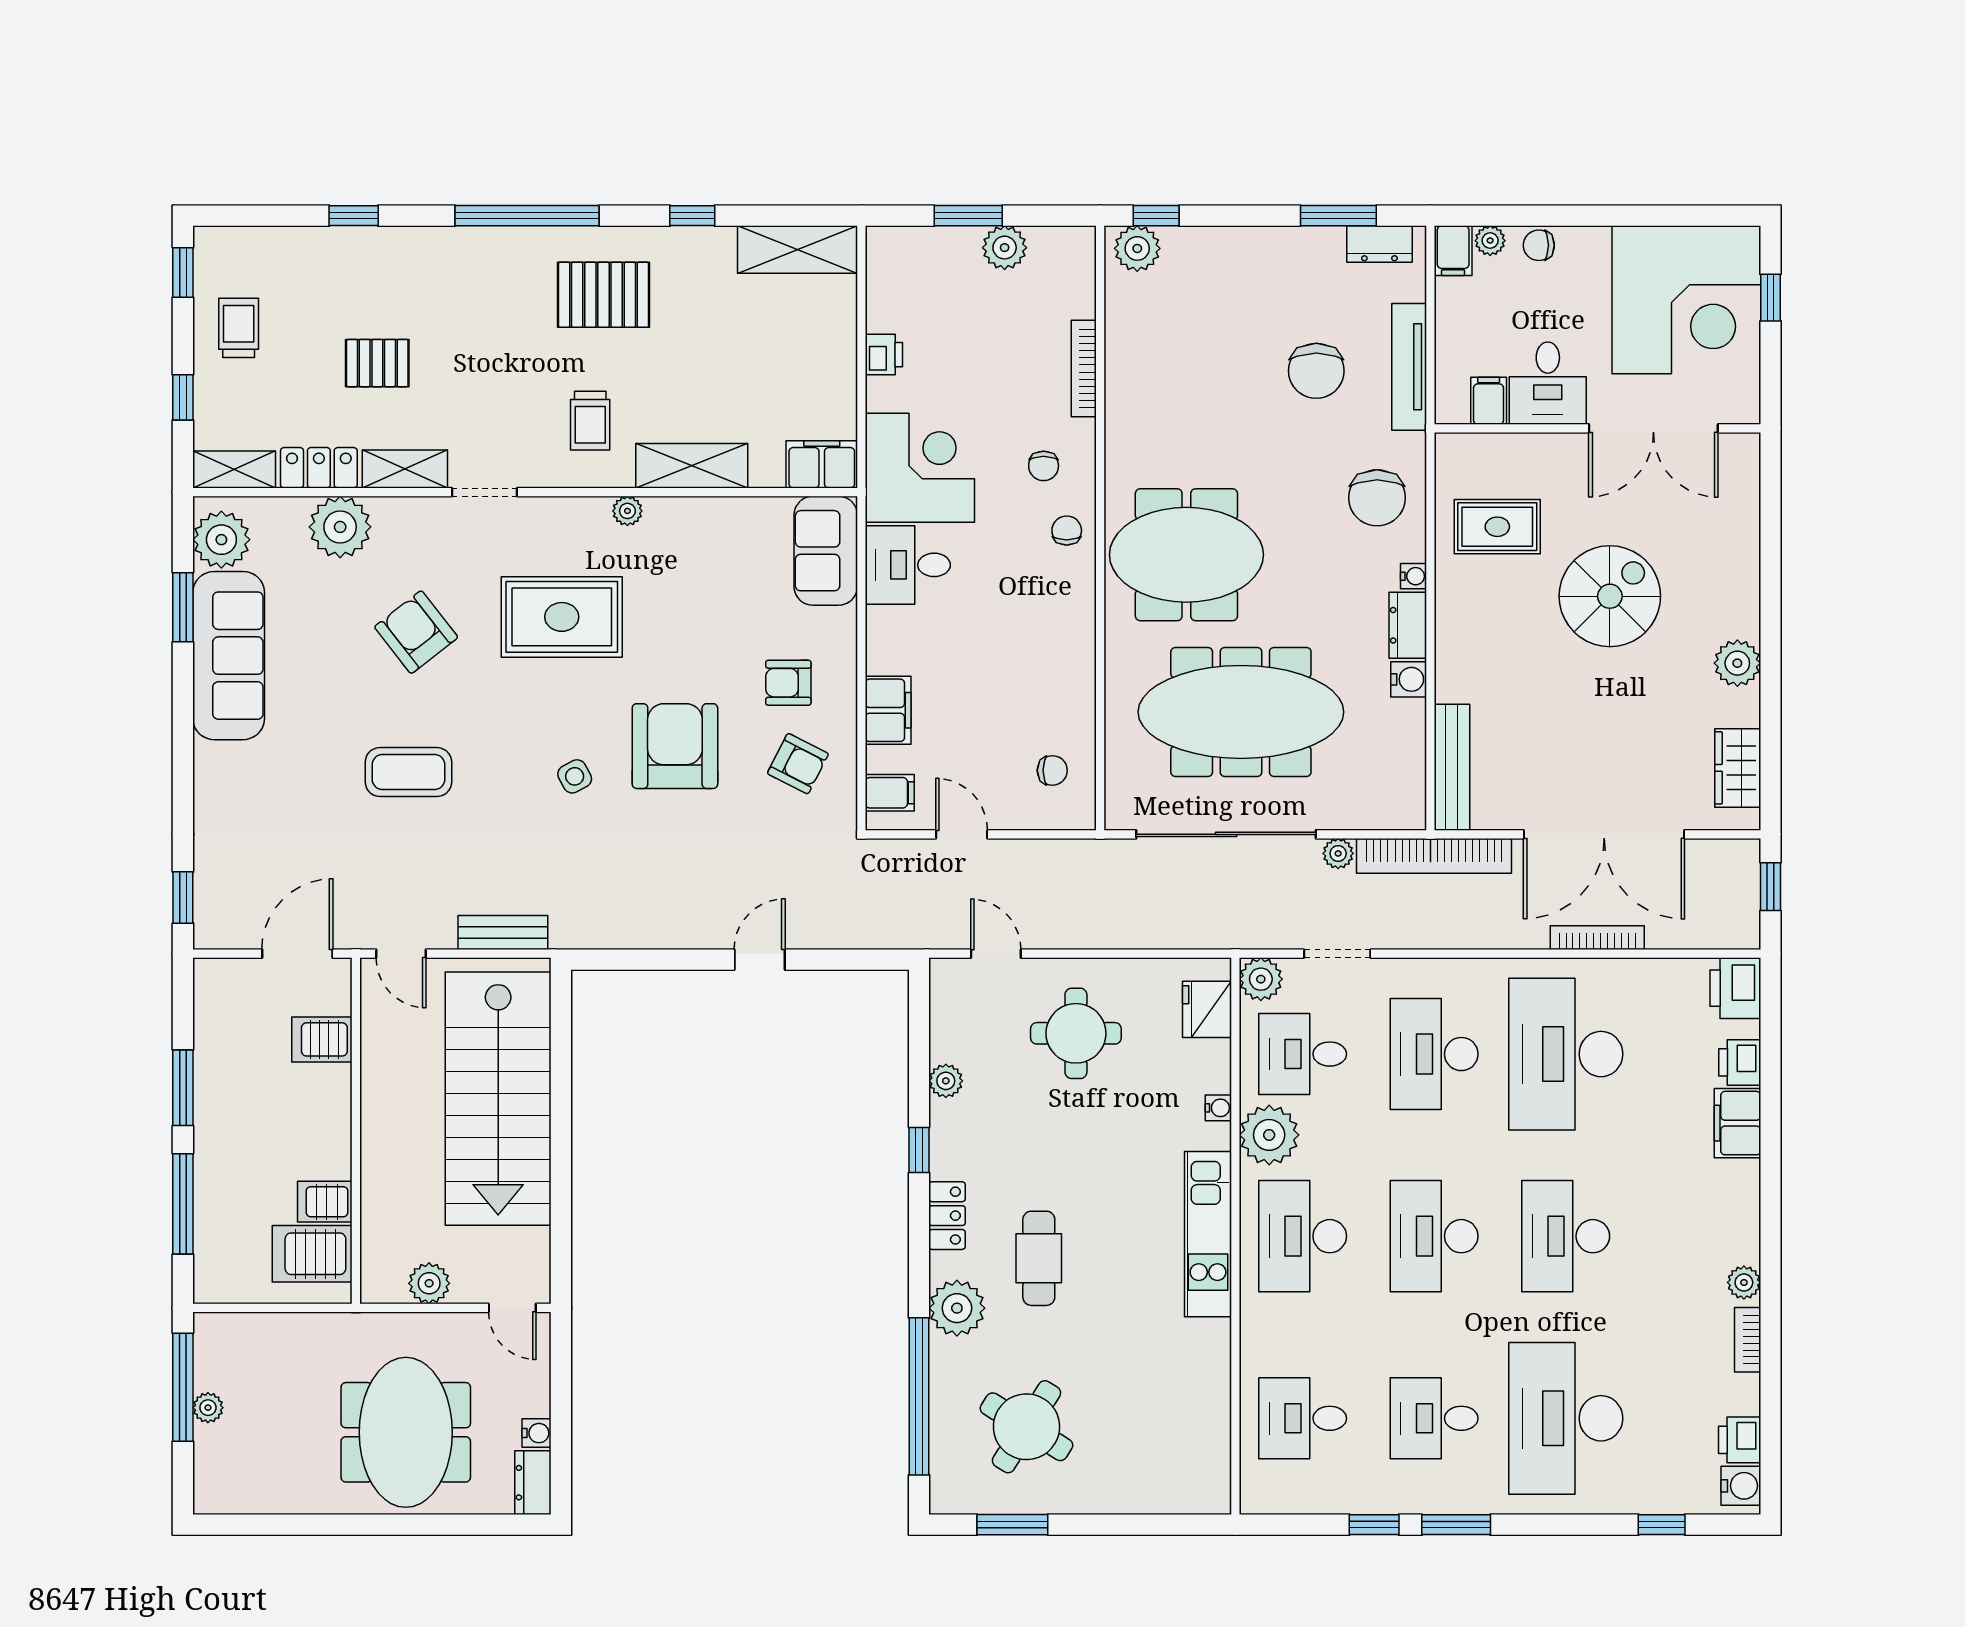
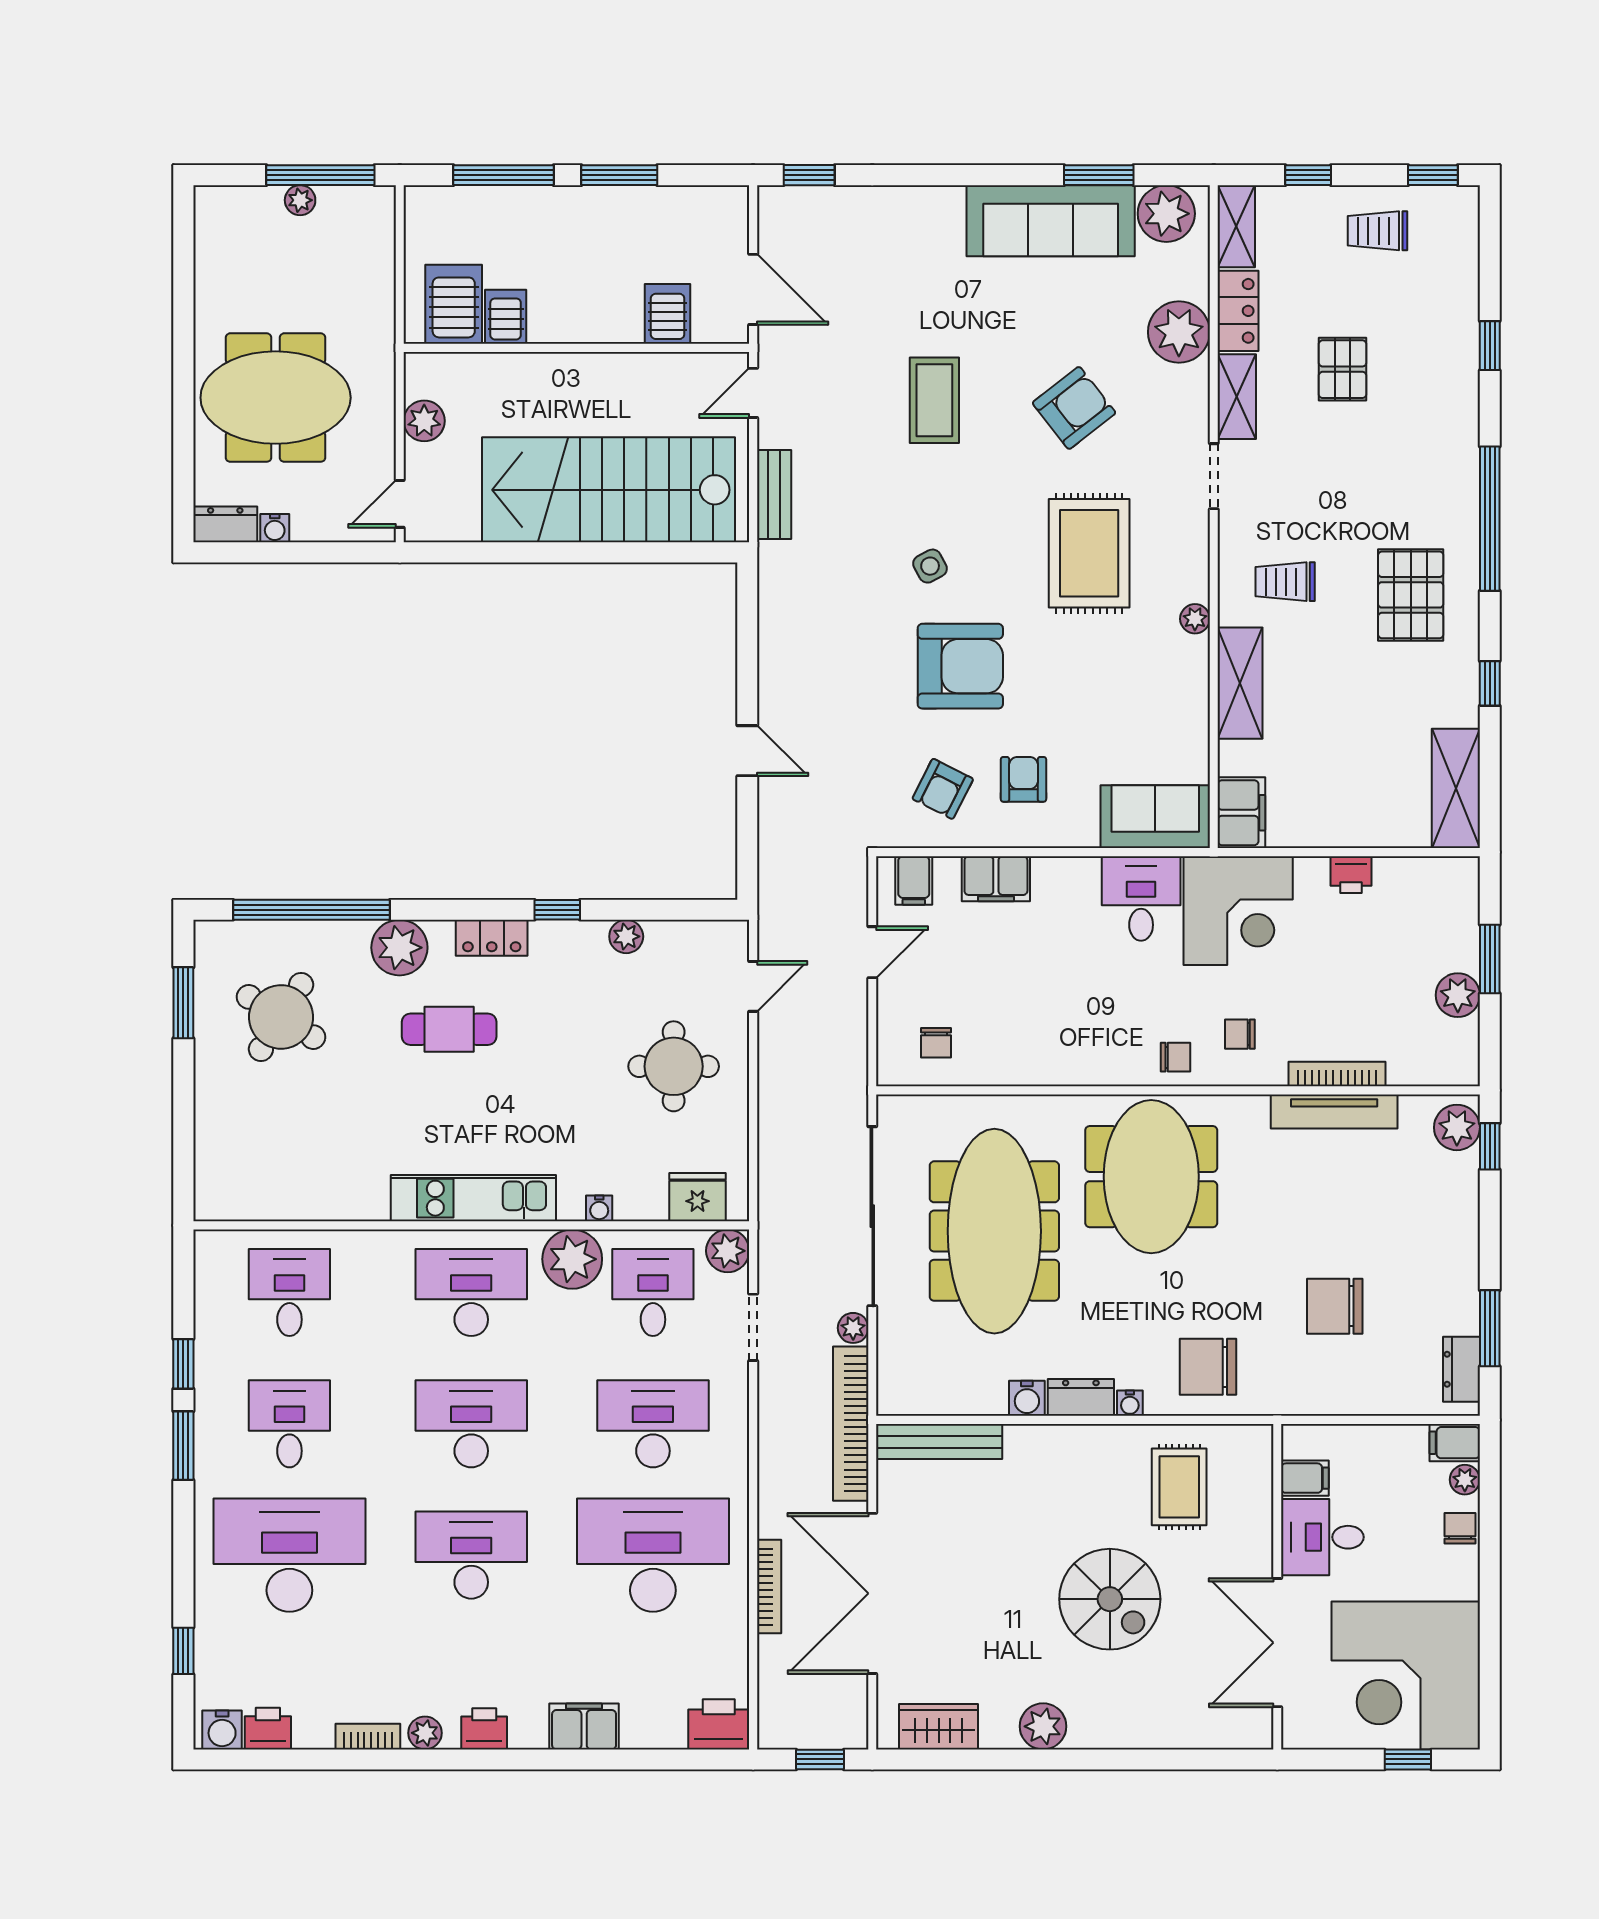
trolley: (239, 328) -> (1378, 231), turned 180
tv unit: (1409, 367) -> (1334, 1112), moved, turned 180
printer: (1740, 1062) -> (484, 1729), moved

